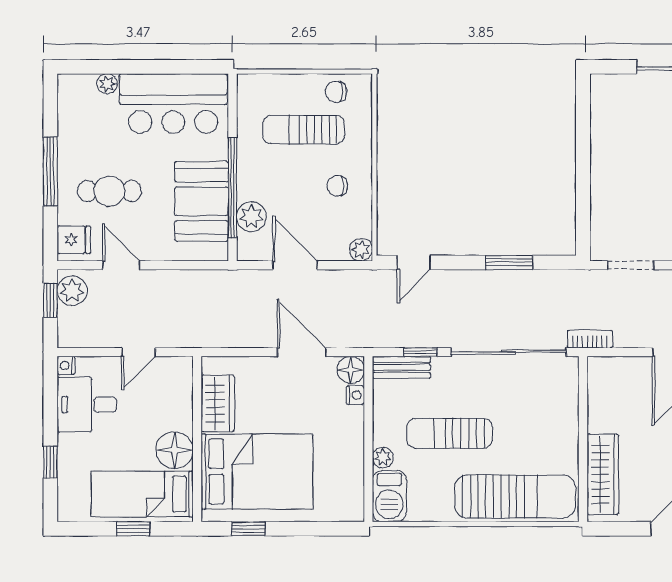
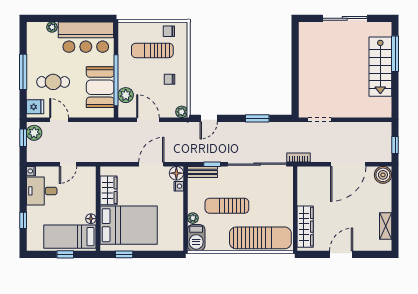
door: (302, 352) -> (151, 164), hinge flipped
floor lamp: (174, 450) -> (91, 219), width x0.53, depth x0.53

